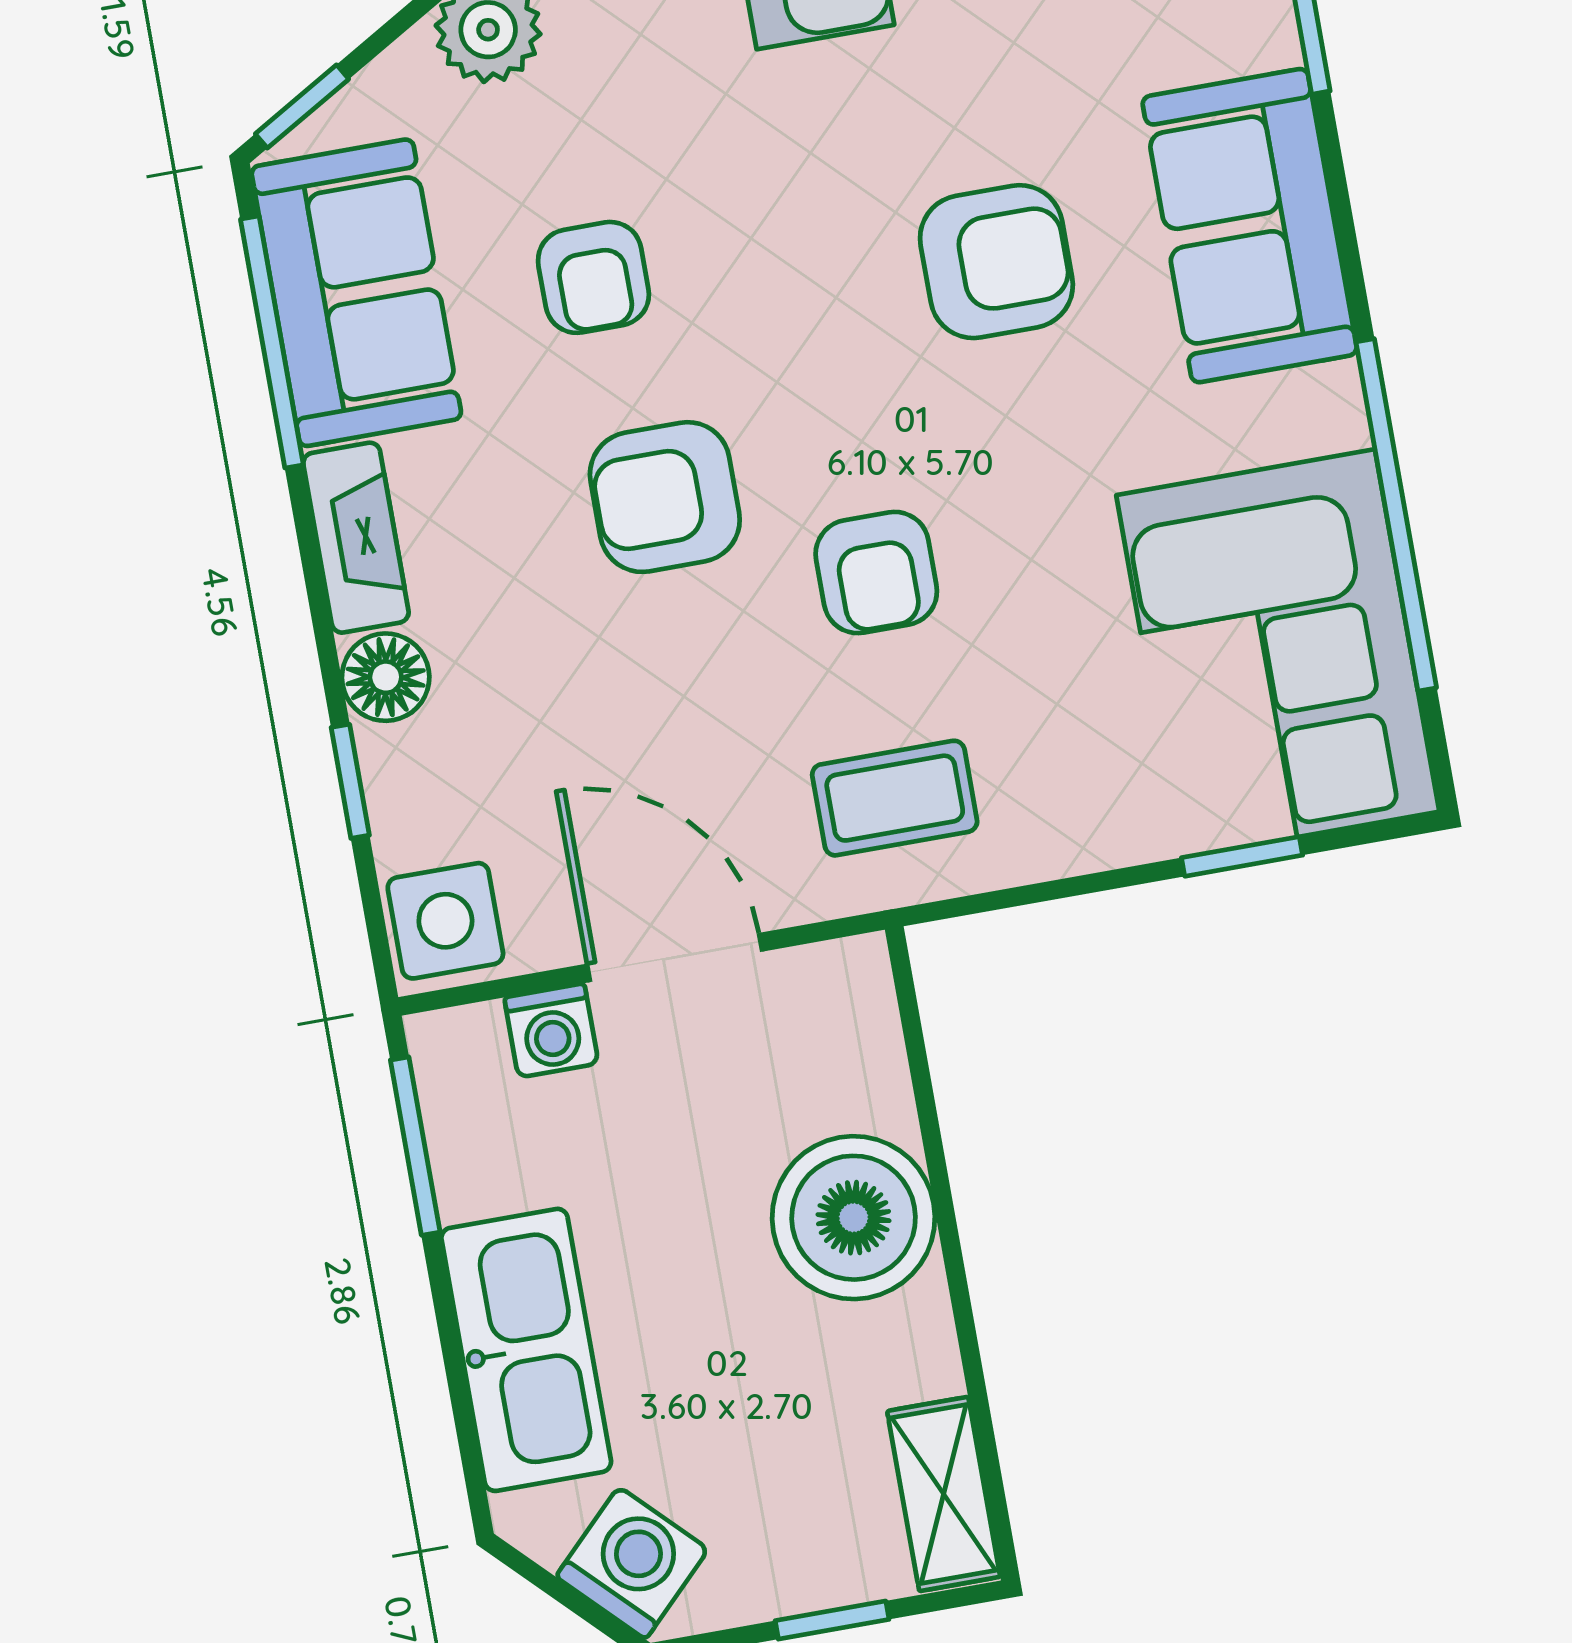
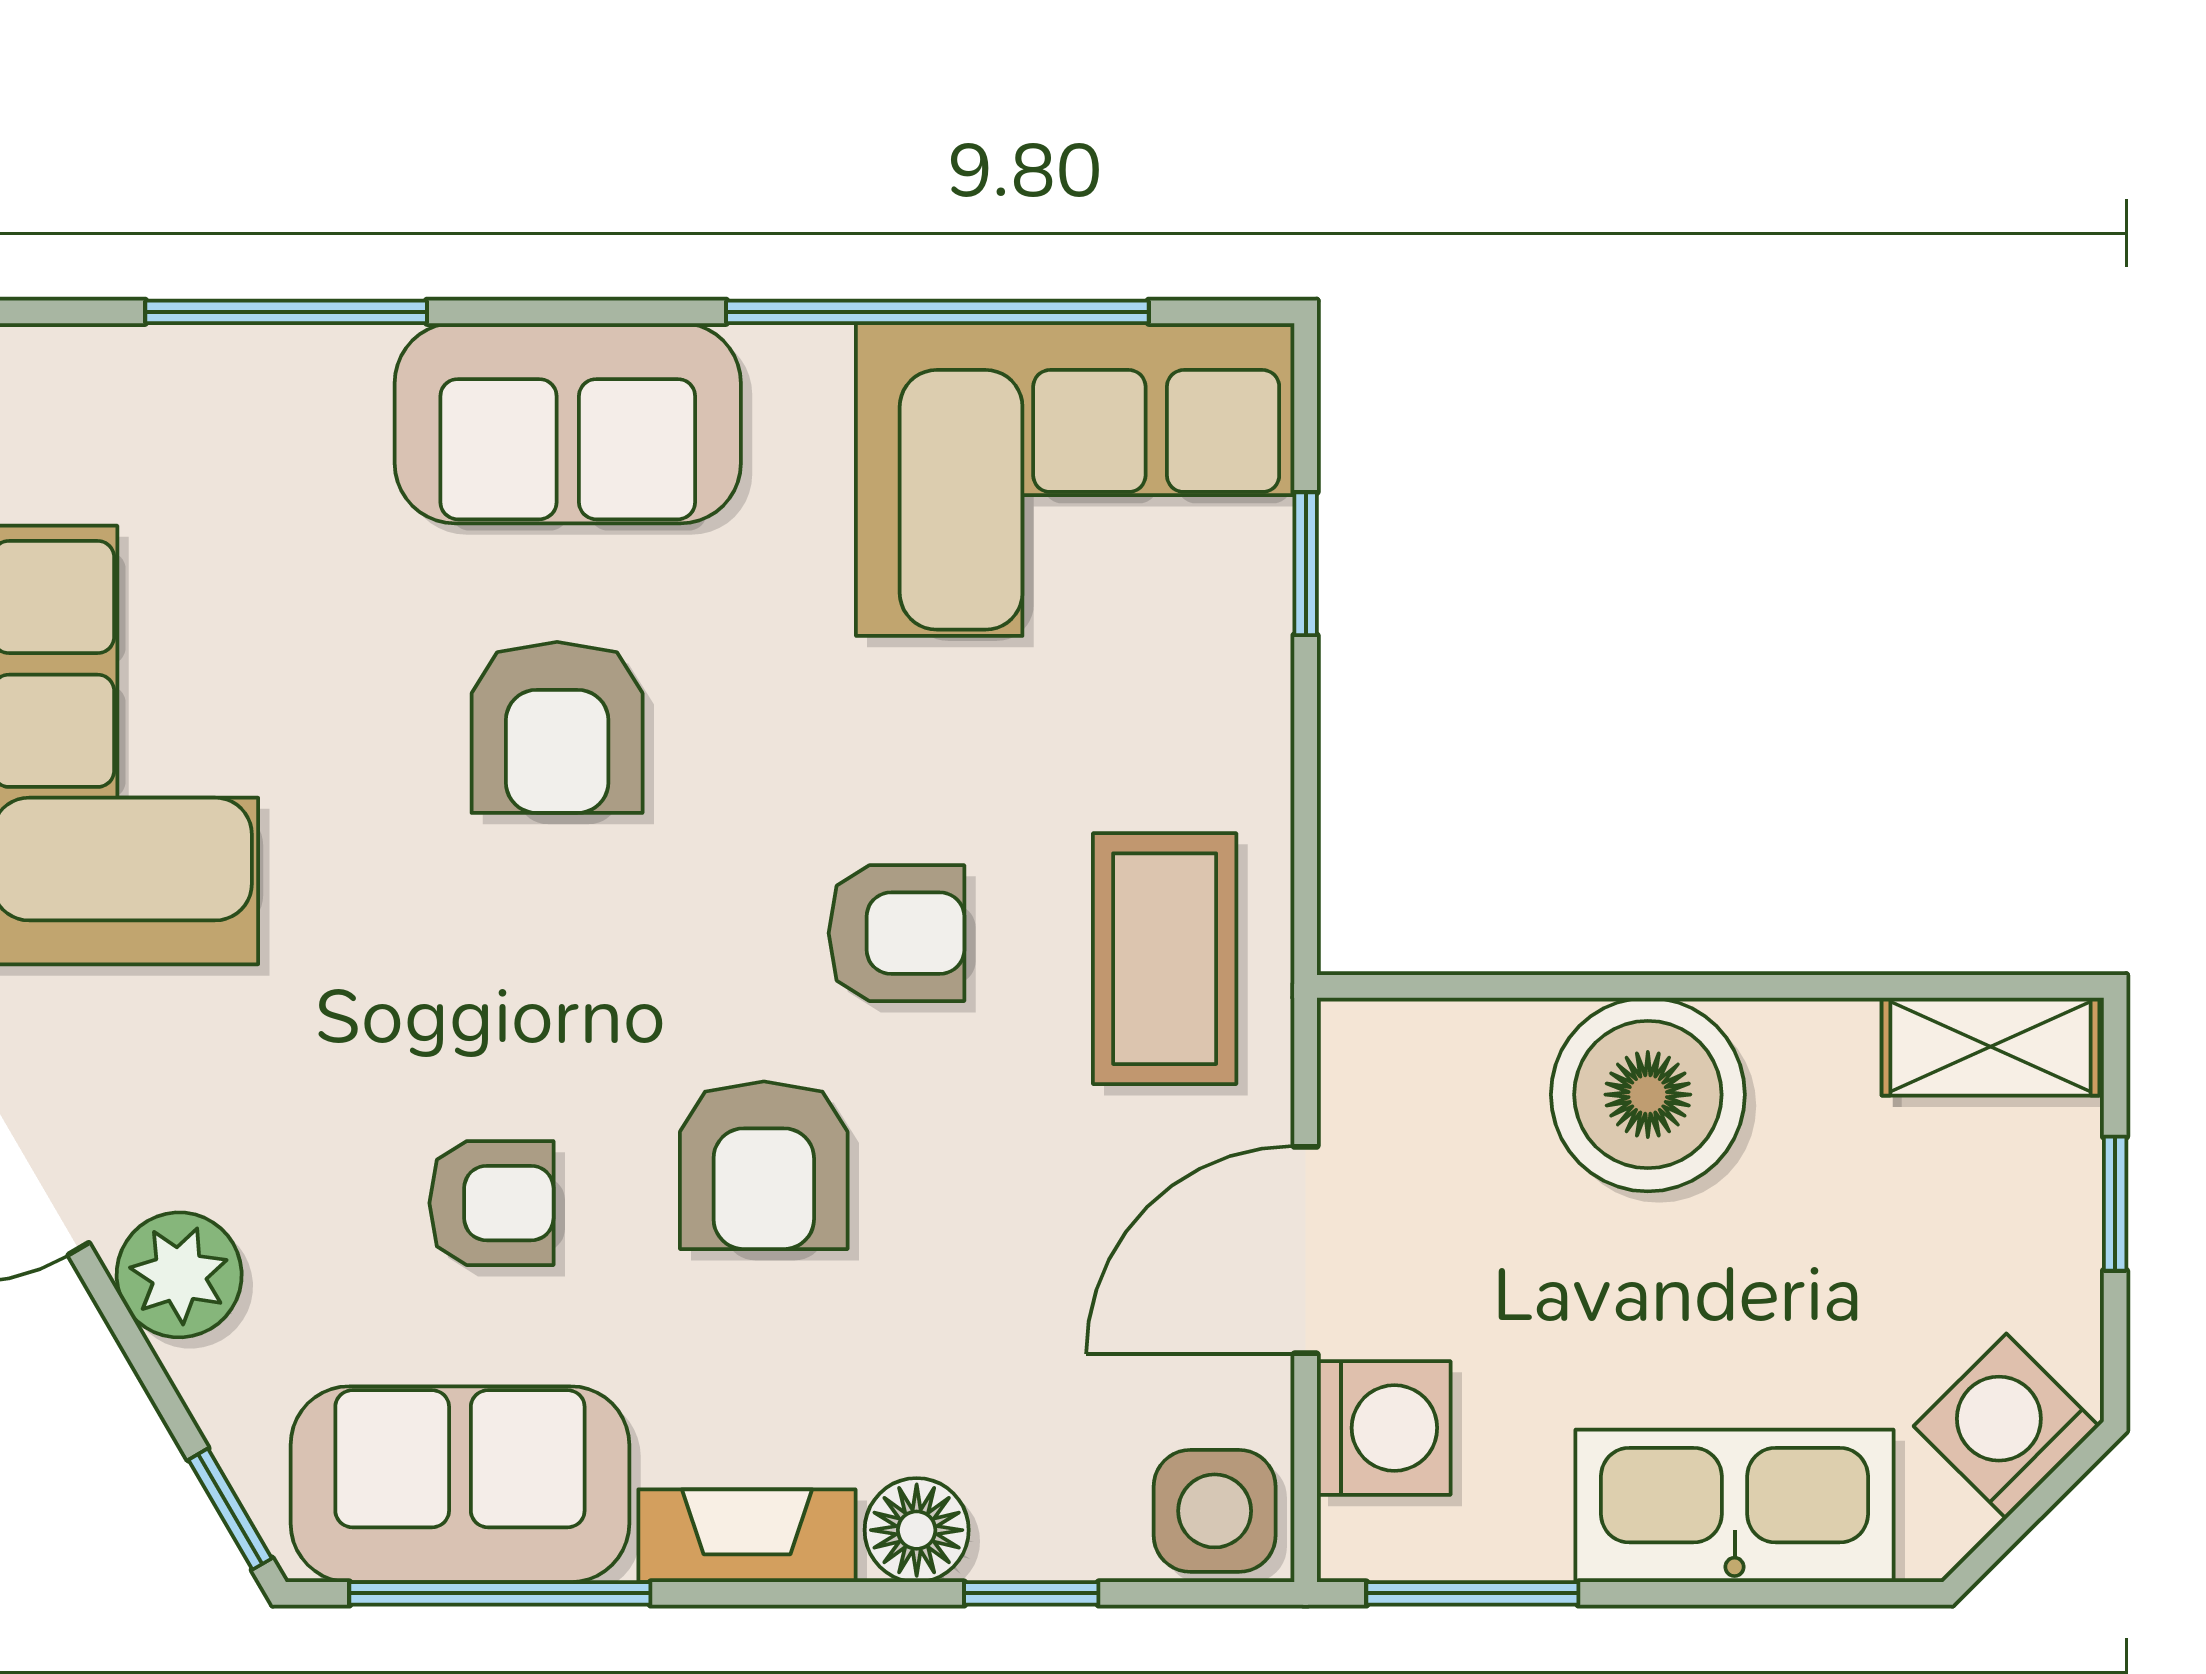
armchair: (996, 262) -> (557, 727), turned 180
coffee table: (895, 798) -> (1165, 959), width x1.36, depth x1.30
washing machine: (551, 1030) -> (1384, 1428), width x1.38, depth x1.38

